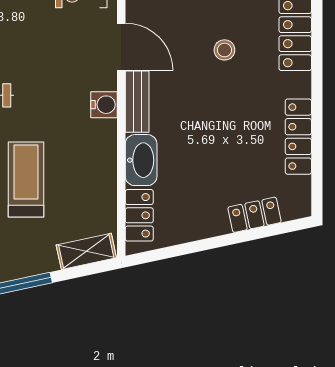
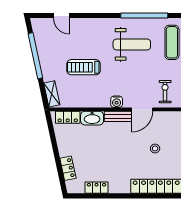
stool: (224, 50) -> (155, 148), moved
locker: (298, 137) -> (96, 188), width x0.66
treadmill: (26, 180) -> (83, 67), turned 180

